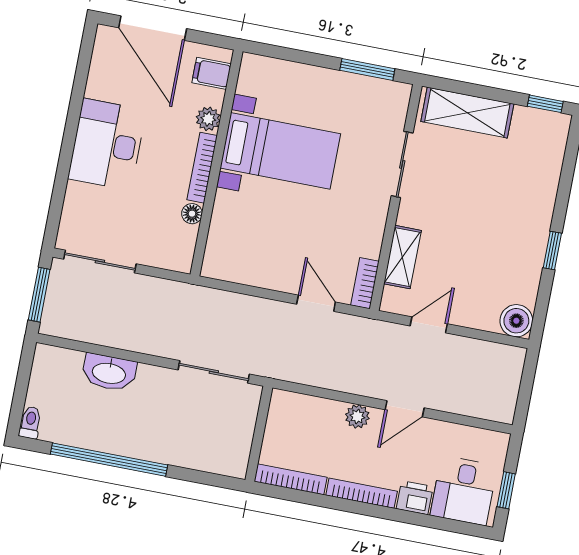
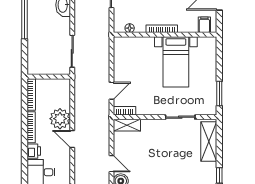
plant: (208, 119) -> (184, 27), removed
floor lamp: (192, 214) -> (130, 28), moved
shelving: (402, 257) -> (127, 125), moved
door: (429, 325) -> (111, 164), moved
plant: (357, 416) -> (60, 119), width x1.88, depth x1.88

